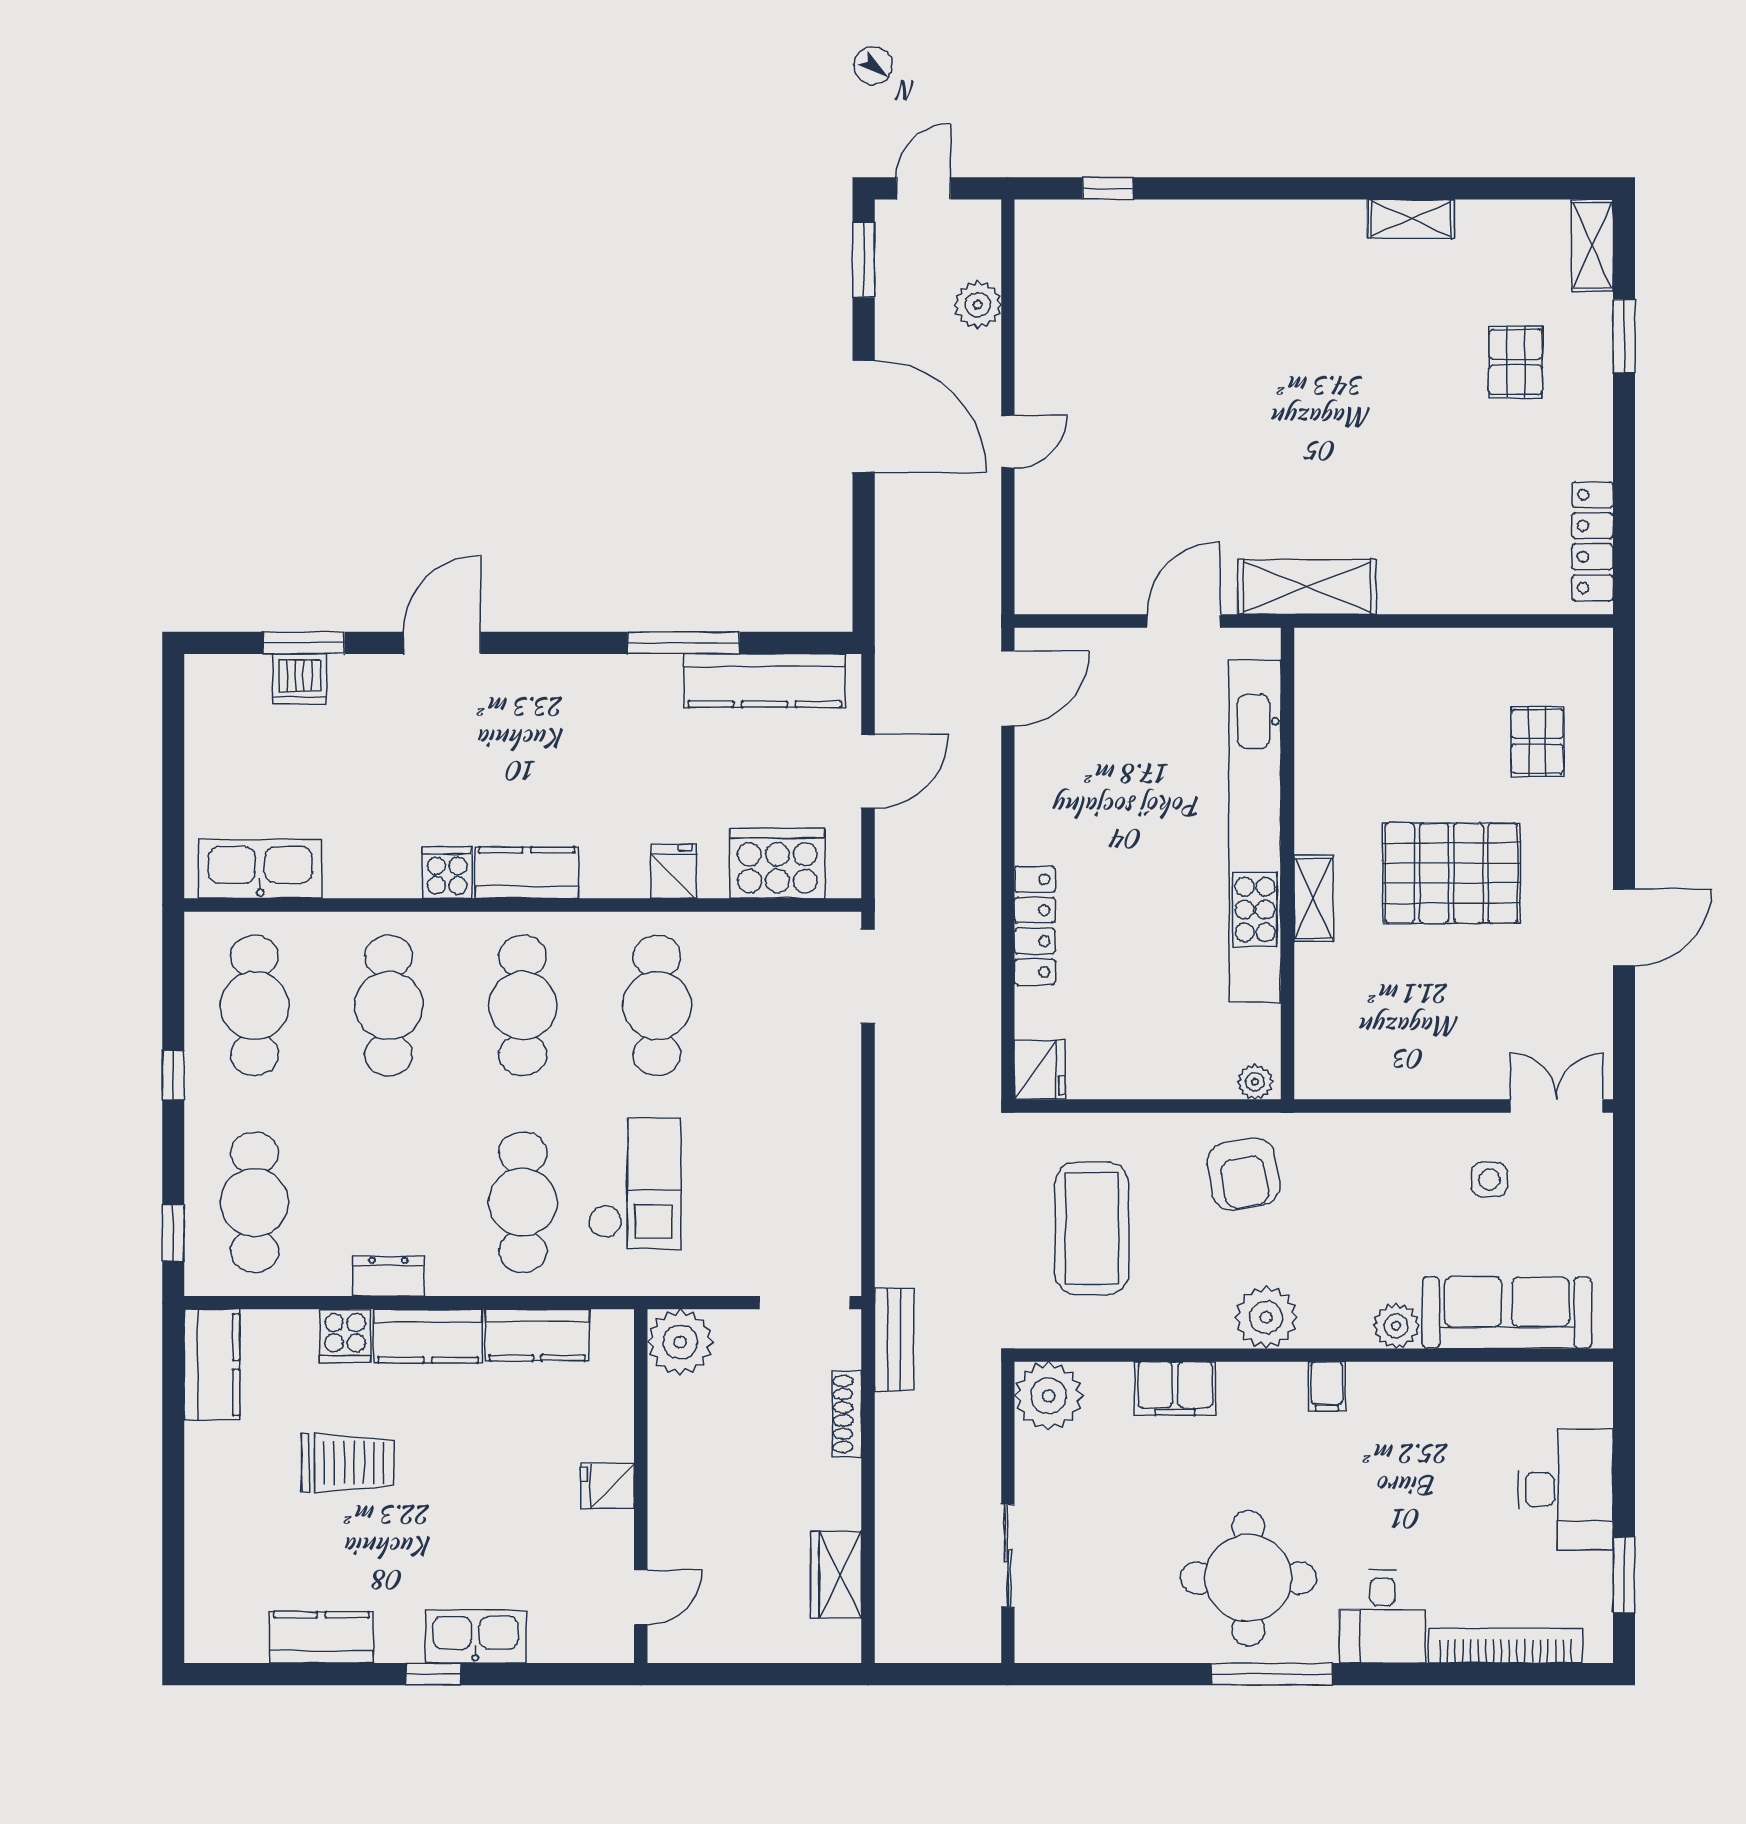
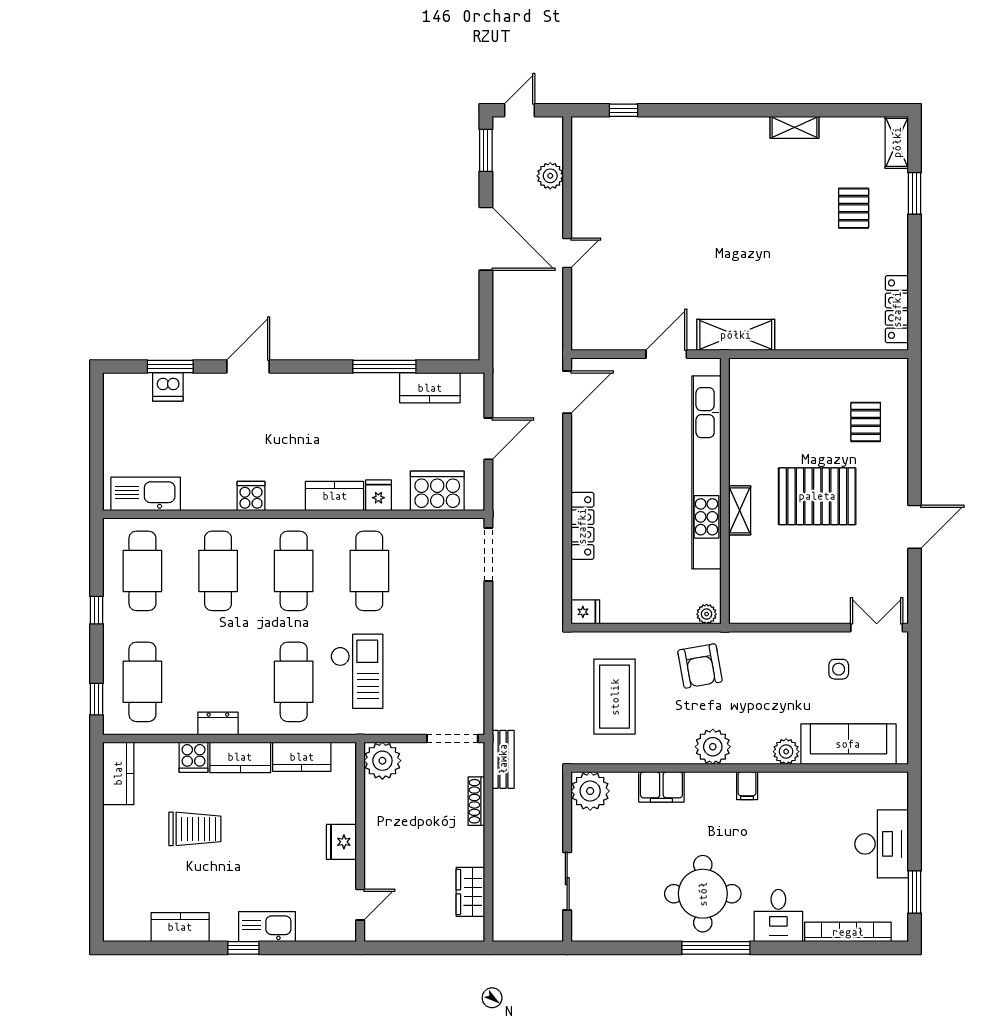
kitchen counter: (764, 681) -> (430, 388), width x0.67
kitchen counter: (527, 873) -> (335, 496), moved
fridge: (1040, 1070) -> (585, 612), width x0.72
fridge: (608, 1486) -> (341, 842), width x1.38

